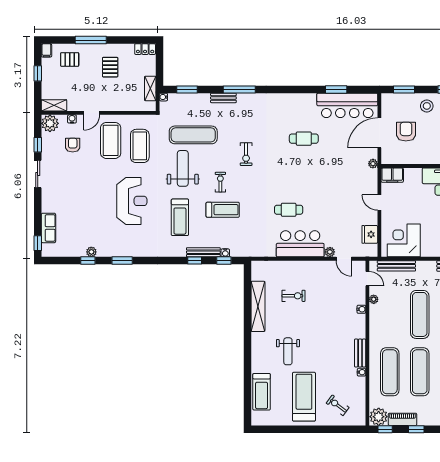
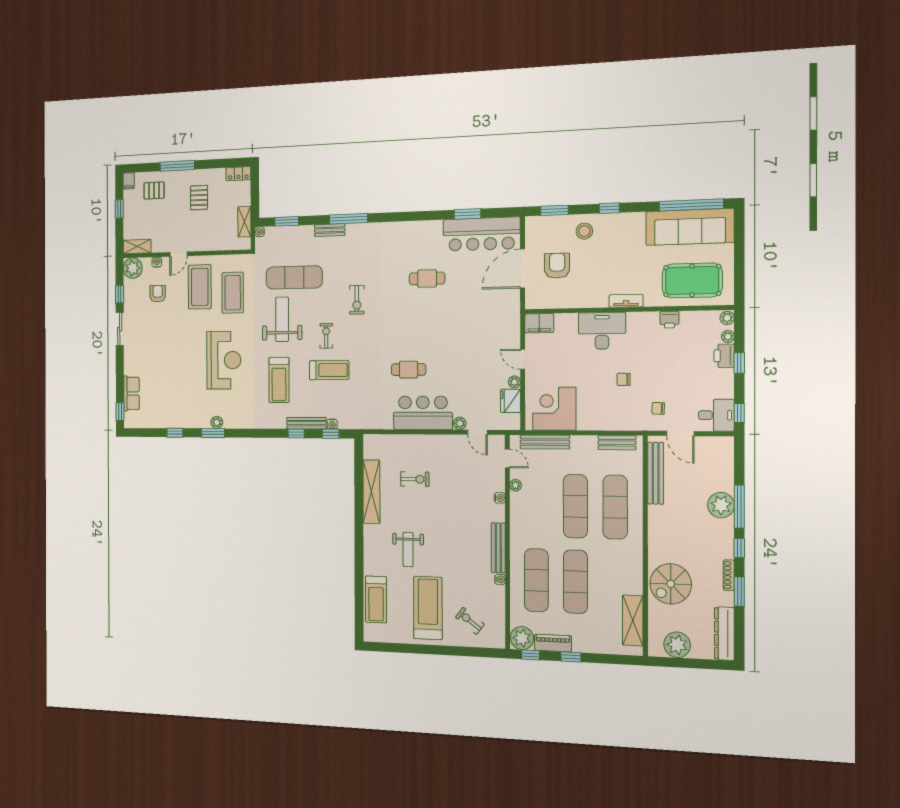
plant: (373, 164) -> (514, 382), moved
plant: (91, 252) -> (217, 422), moved
bench: (360, 353) -> (498, 548), width x1.36

